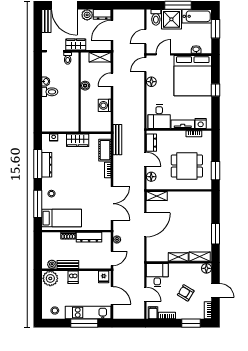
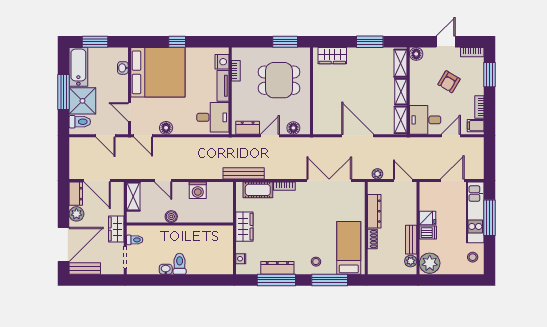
dining table: (187, 166) -> (279, 80), turned 90
shelving: (157, 196) -> (401, 120), moved
wardrobe: (205, 206) -> (332, 56), added
fridge: (104, 277) -> (428, 218), moved

